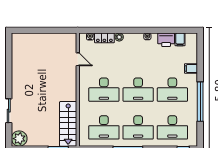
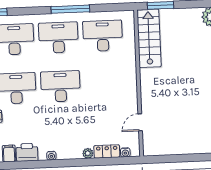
door: (78, 59) -> (140, 122), hinge flipped
desk: (104, 90) -> (105, 85), removed

